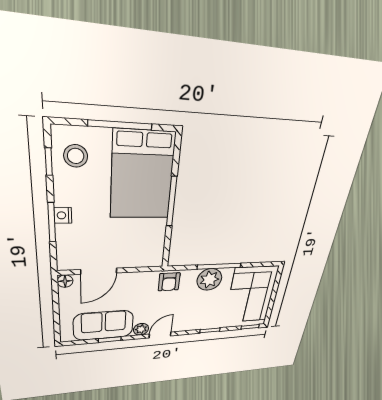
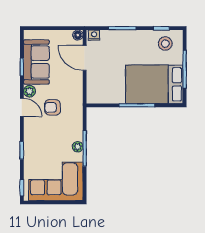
nightstand: (63, 215) -> (94, 35), moved
plant: (209, 279) -> (78, 147), width x0.53, depth x0.53
armchair: (169, 282) -> (53, 107), moved

